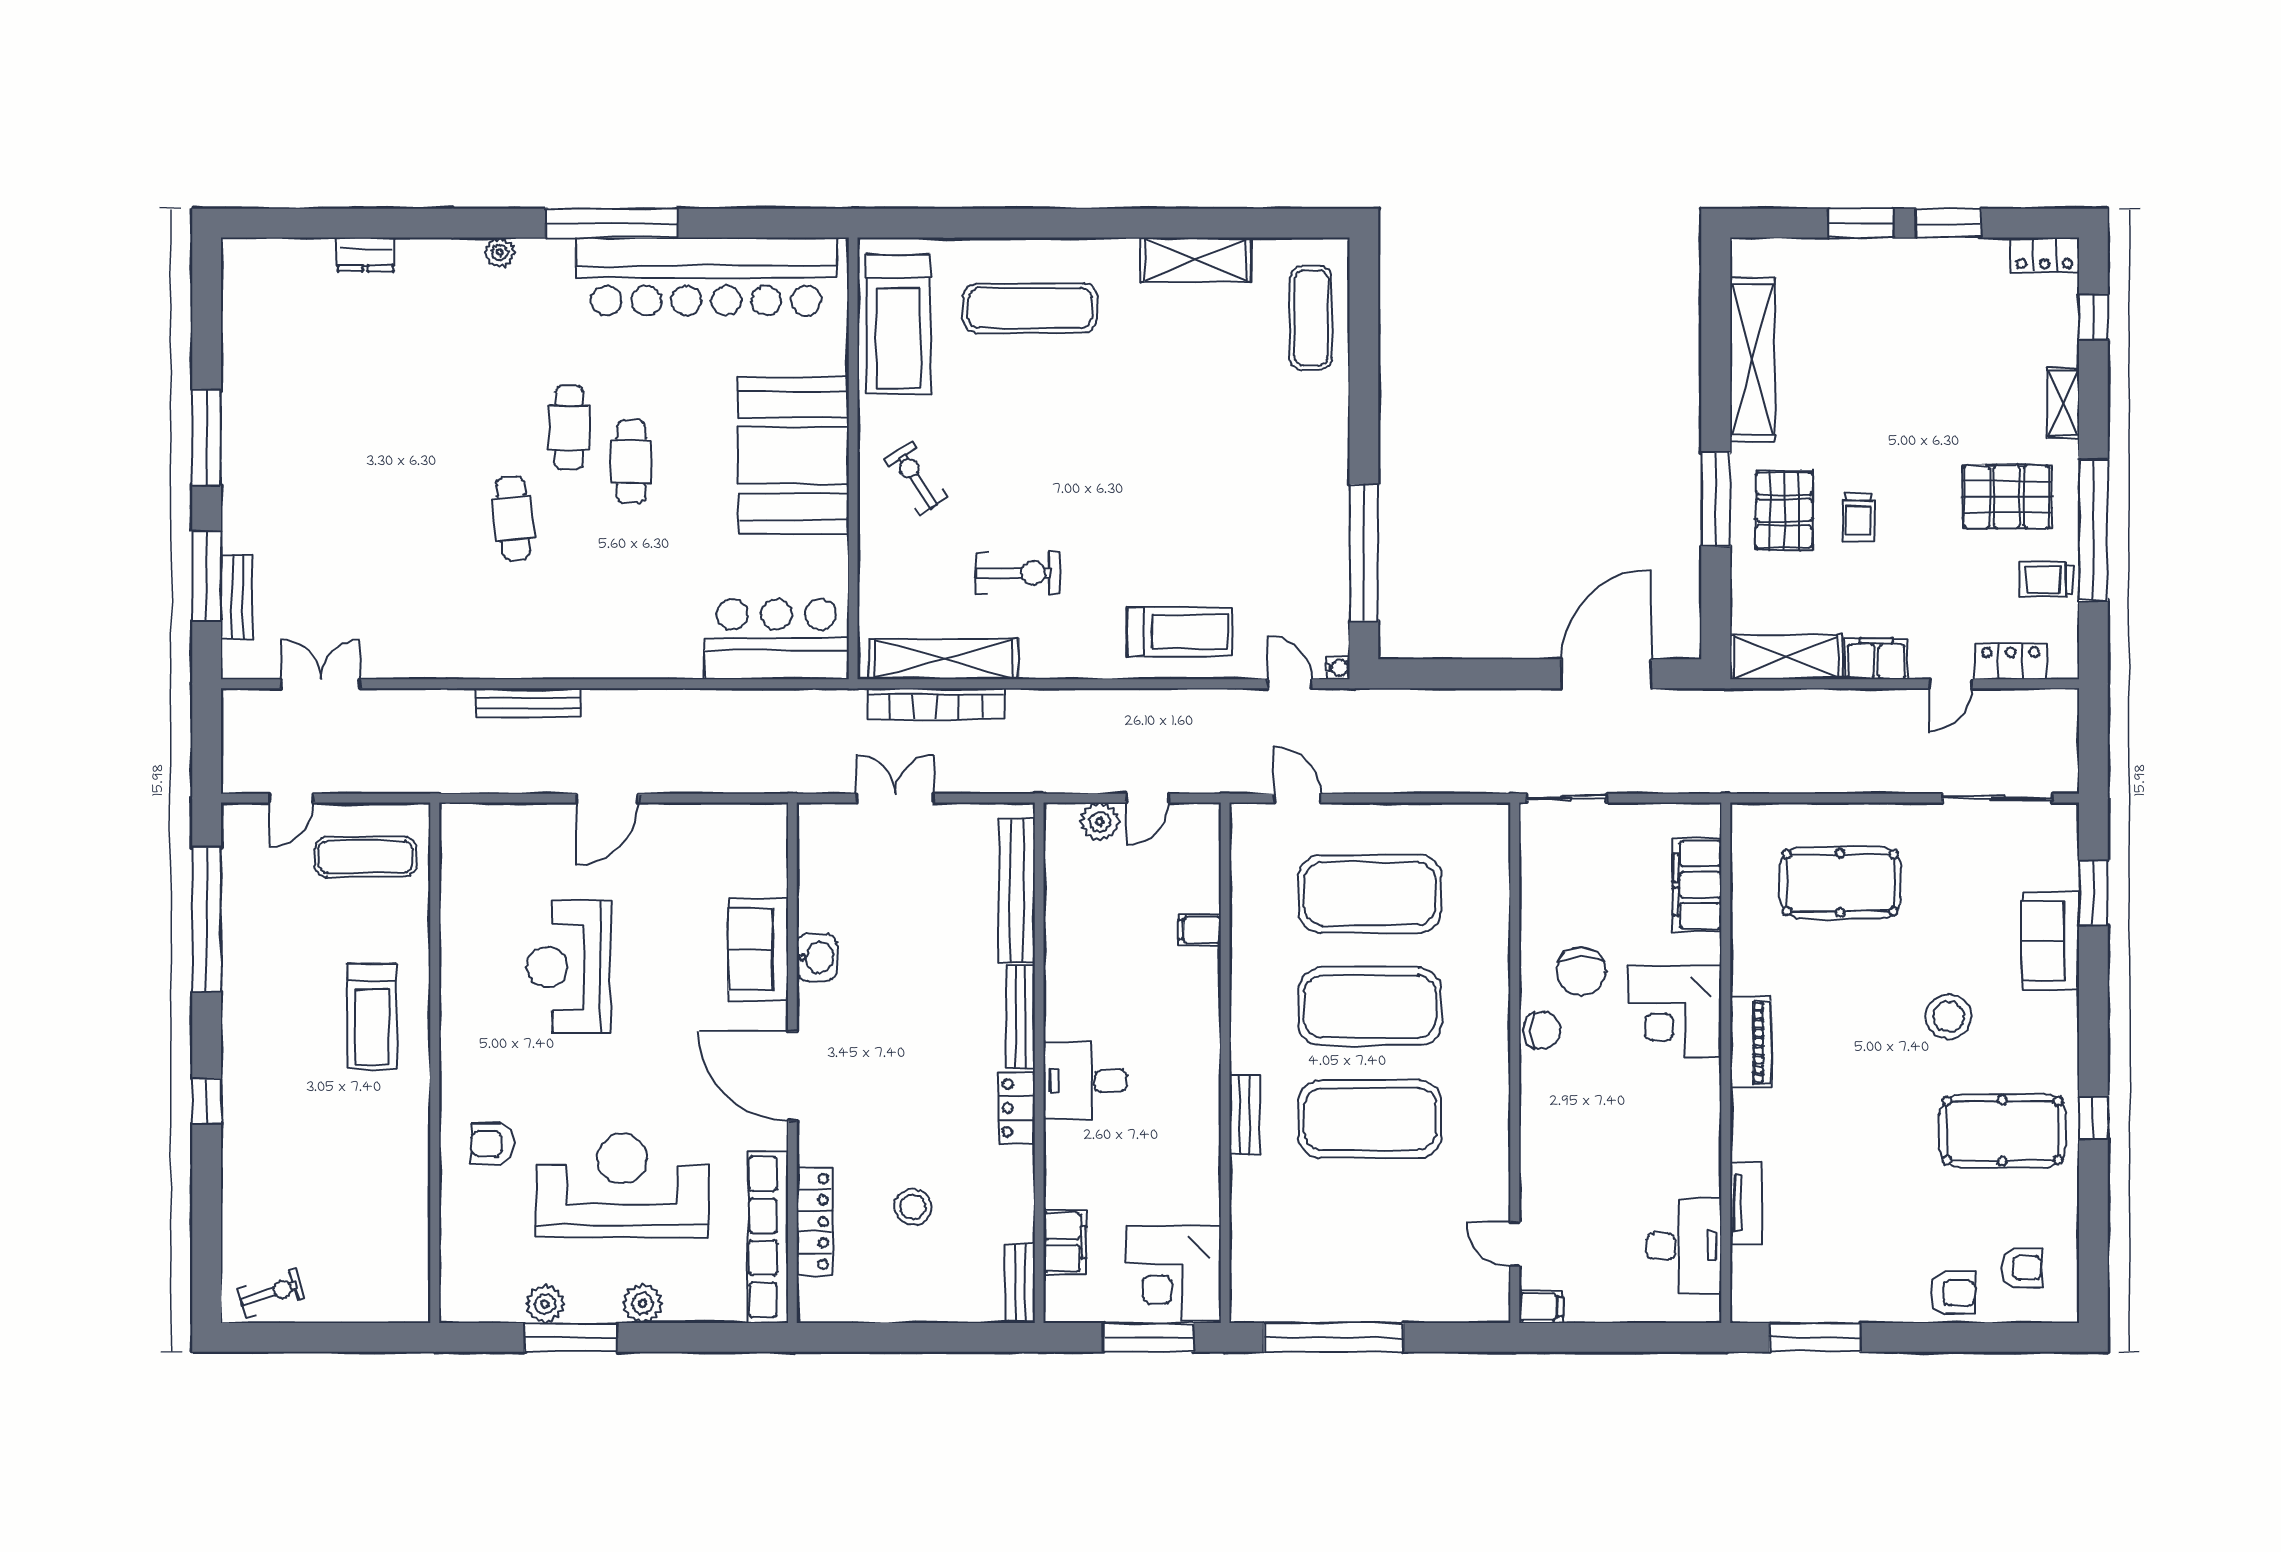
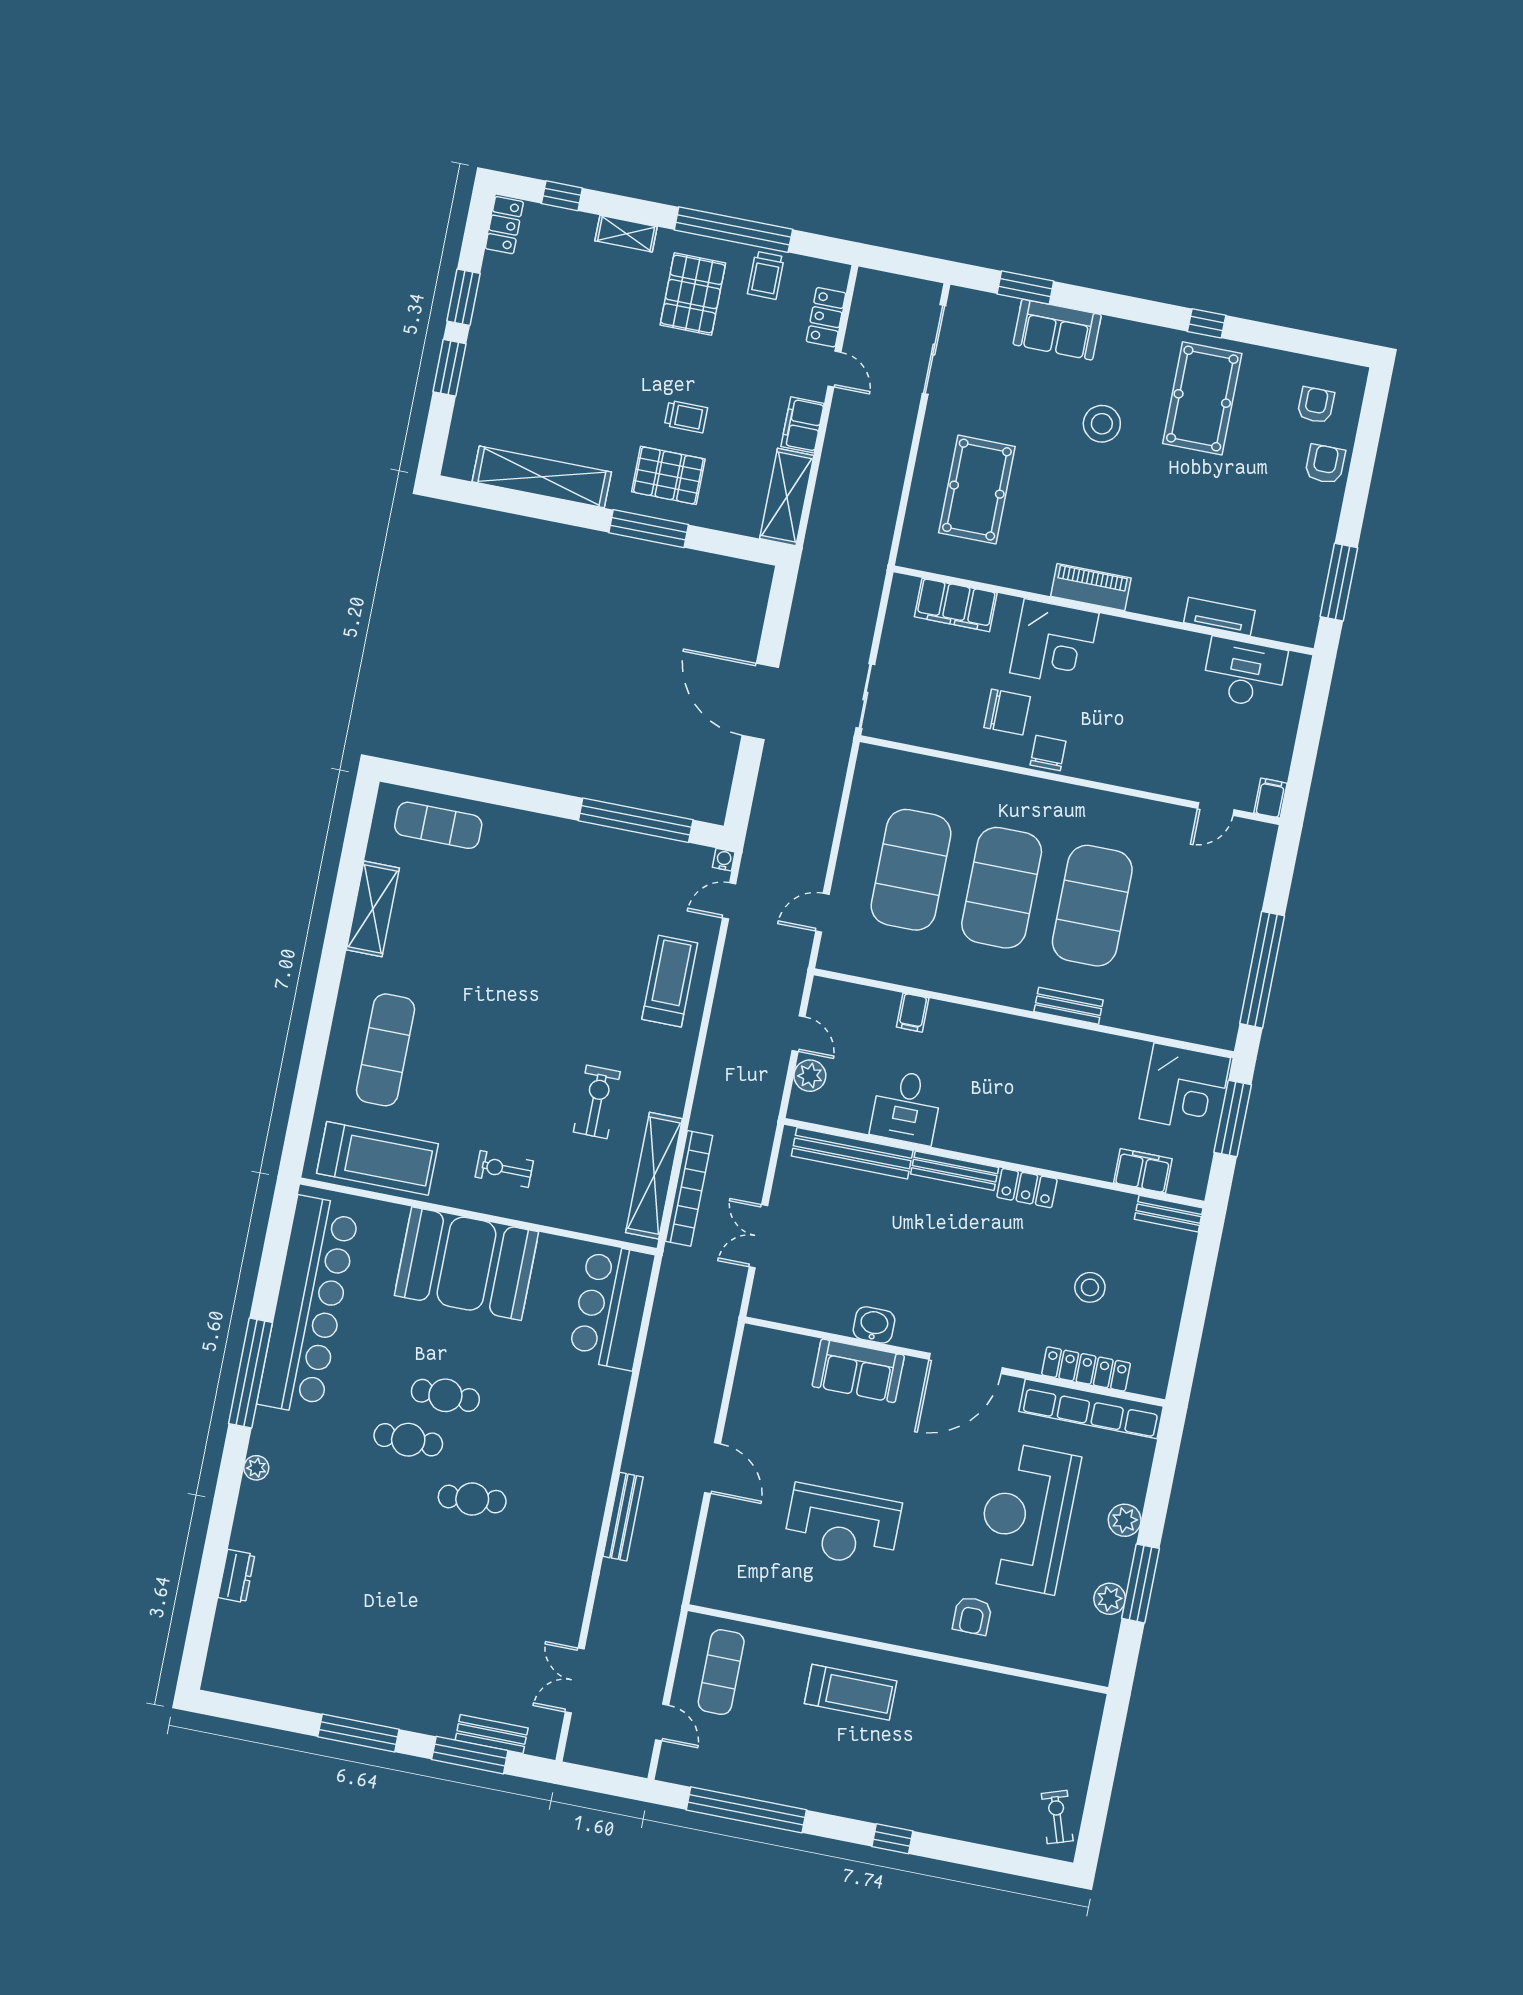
exercise bike: (916, 478) -> (504, 1169), turned 33
door: (1606, 674) -> (760, 702), moved
desk: (1085, 1081) -> (906, 1107), moved

